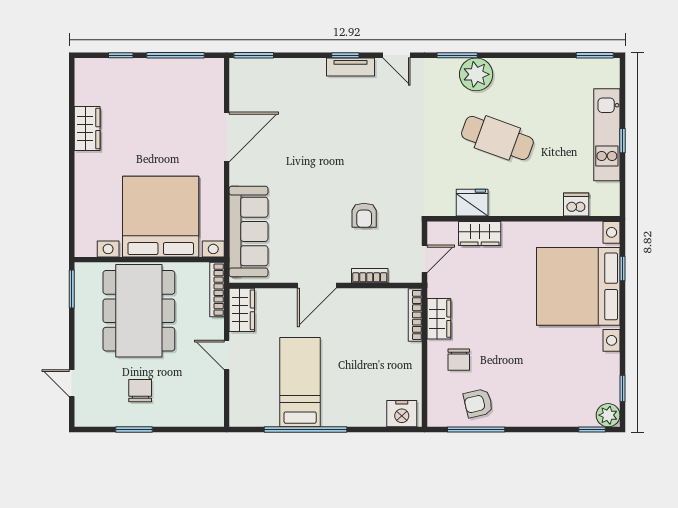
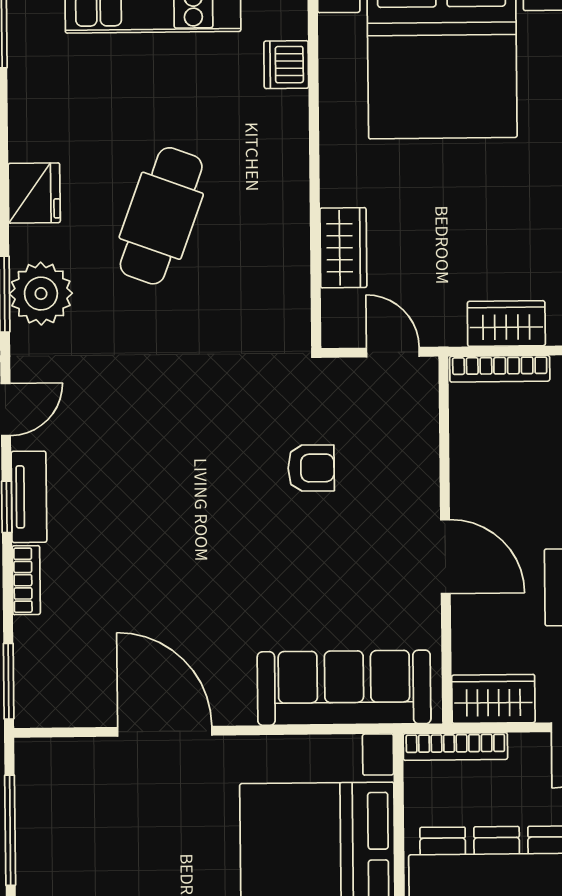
plant: (476, 74) -> (41, 294), moved
fridge: (472, 203) -> (34, 193), moved, turned 180
bookcase: (370, 276) -> (26, 580), moved, turned 180

